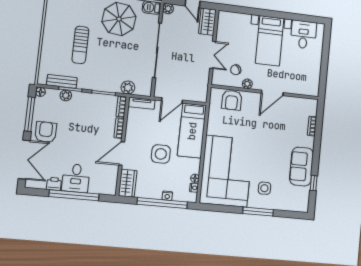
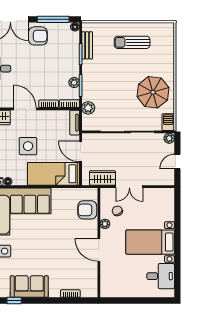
wardrobe: (207, 22) -> (102, 178), moved
sun lounger: (80, 45) -> (132, 42), moved
plant: (66, 95) -> (74, 83), moved

